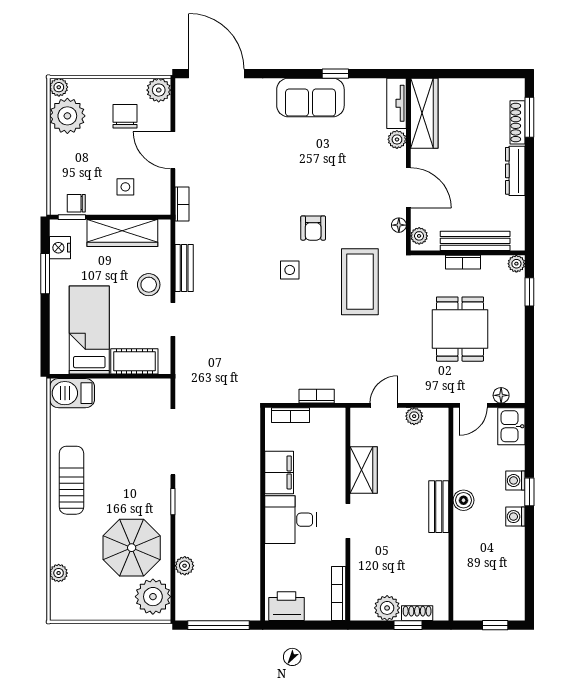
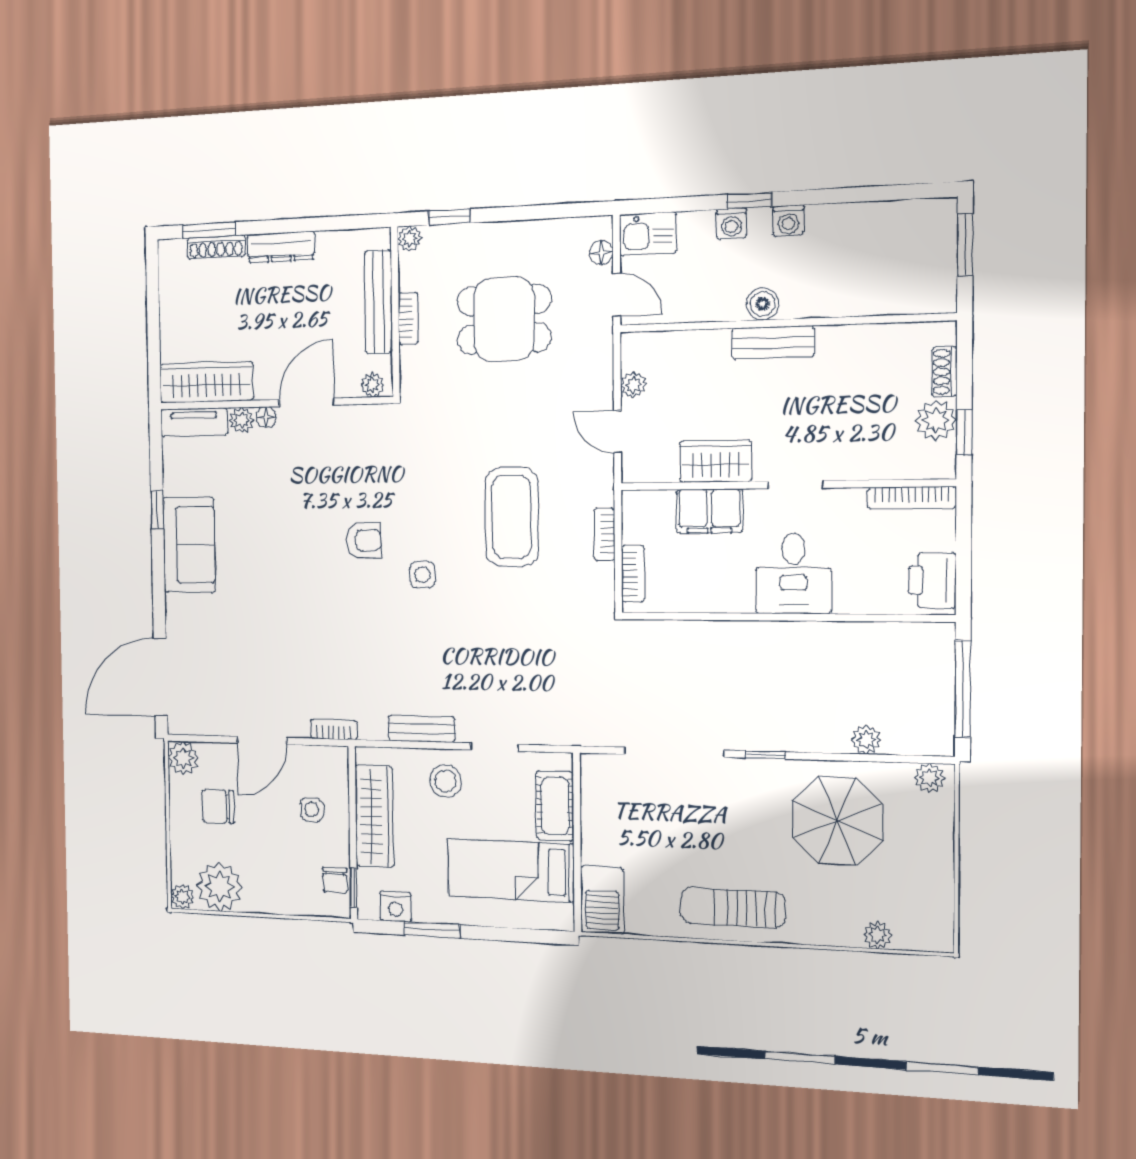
floor lamp: (399, 225) -> (266, 417), moved
coffee table: (360, 282) -> (512, 517), moved, turned 90
filing cabinet: (279, 472) -> (709, 511), moved, turned 180
plant: (153, 597) -> (929, 778), width x0.53, depth x0.53
window: (408, 625) -> (964, 432), moved
window: (495, 625) -> (965, 245), width x1.50

